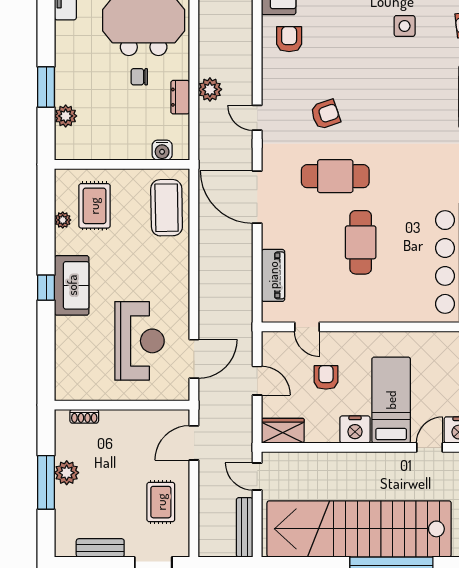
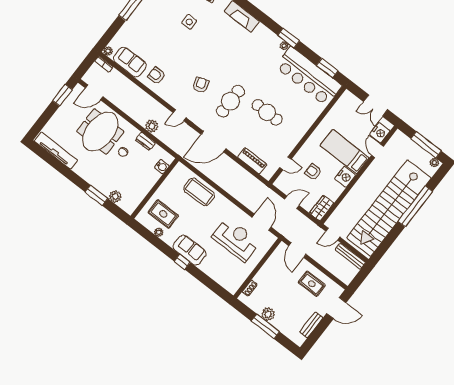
coffee table: (167, 208) -> (199, 192), moved

